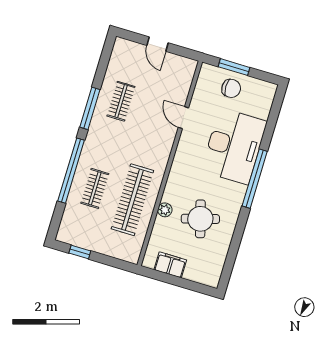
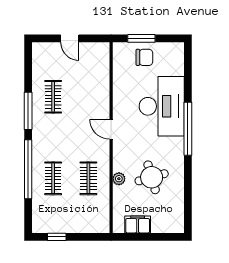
door: (183, 118) -> (111, 129), moved
clothes rail: (132, 200) -> (88, 178), width x0.54, depth x0.76

